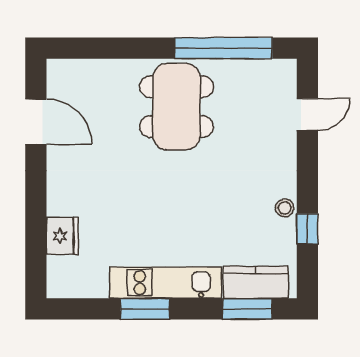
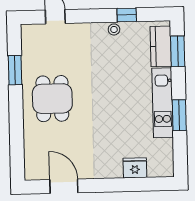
window: (223, 48) -> (15, 70), width x0.47
dining table: (176, 107) -> (52, 99), width x0.73
door: (36, 122) -> (64, 186), hinge flipped

